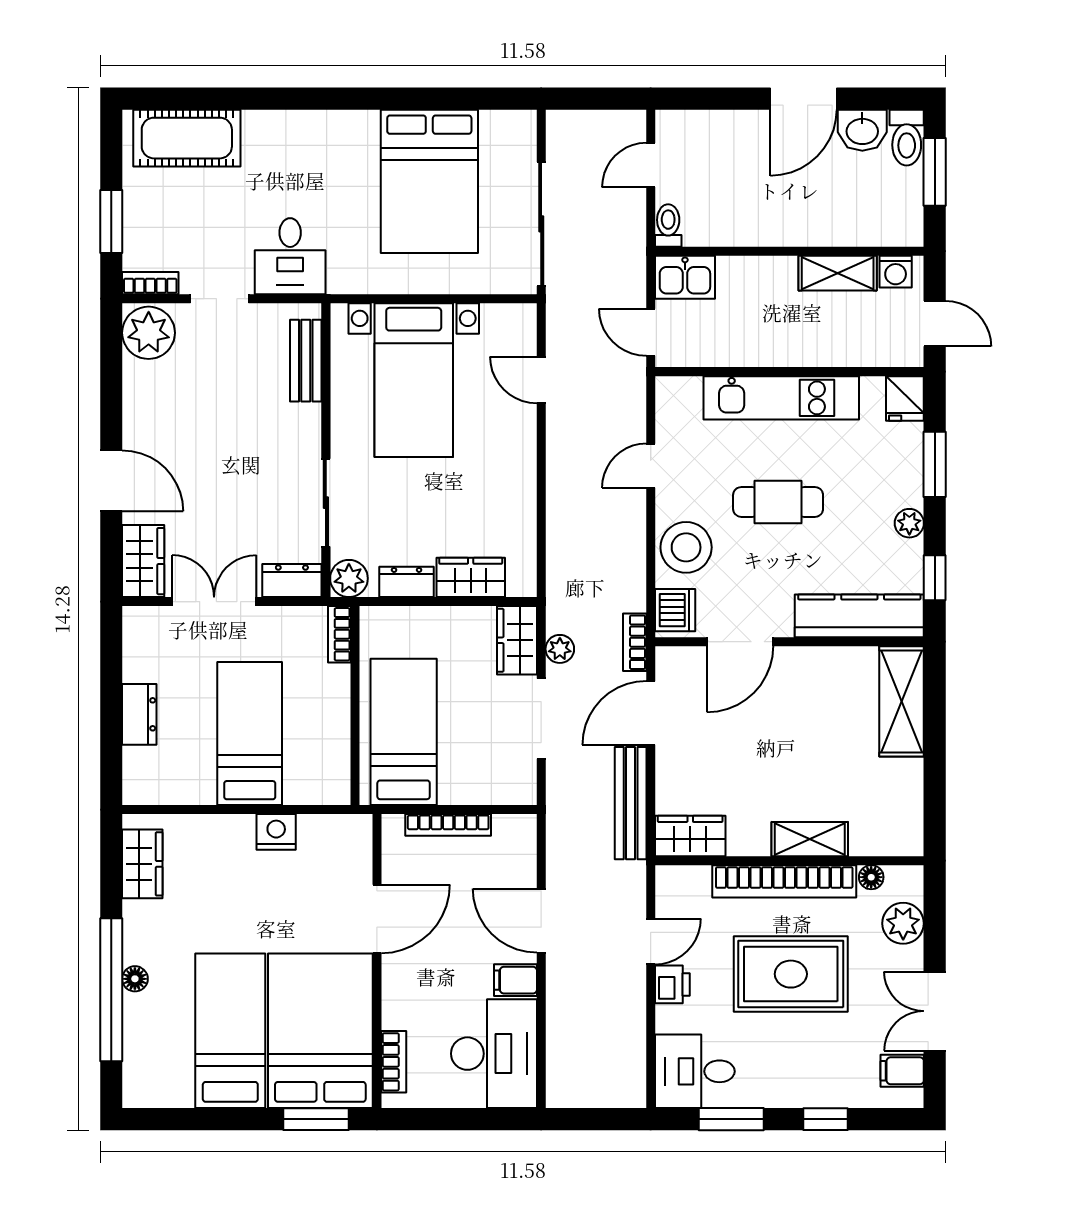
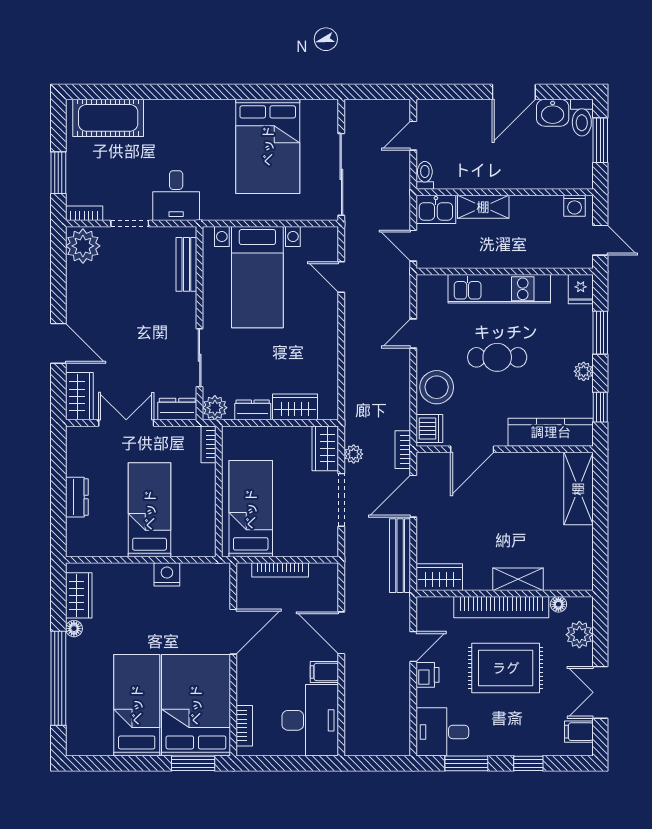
shelving: (838, 273) -> (483, 207), moved
floor lamp: (135, 979) -> (74, 629), moved

